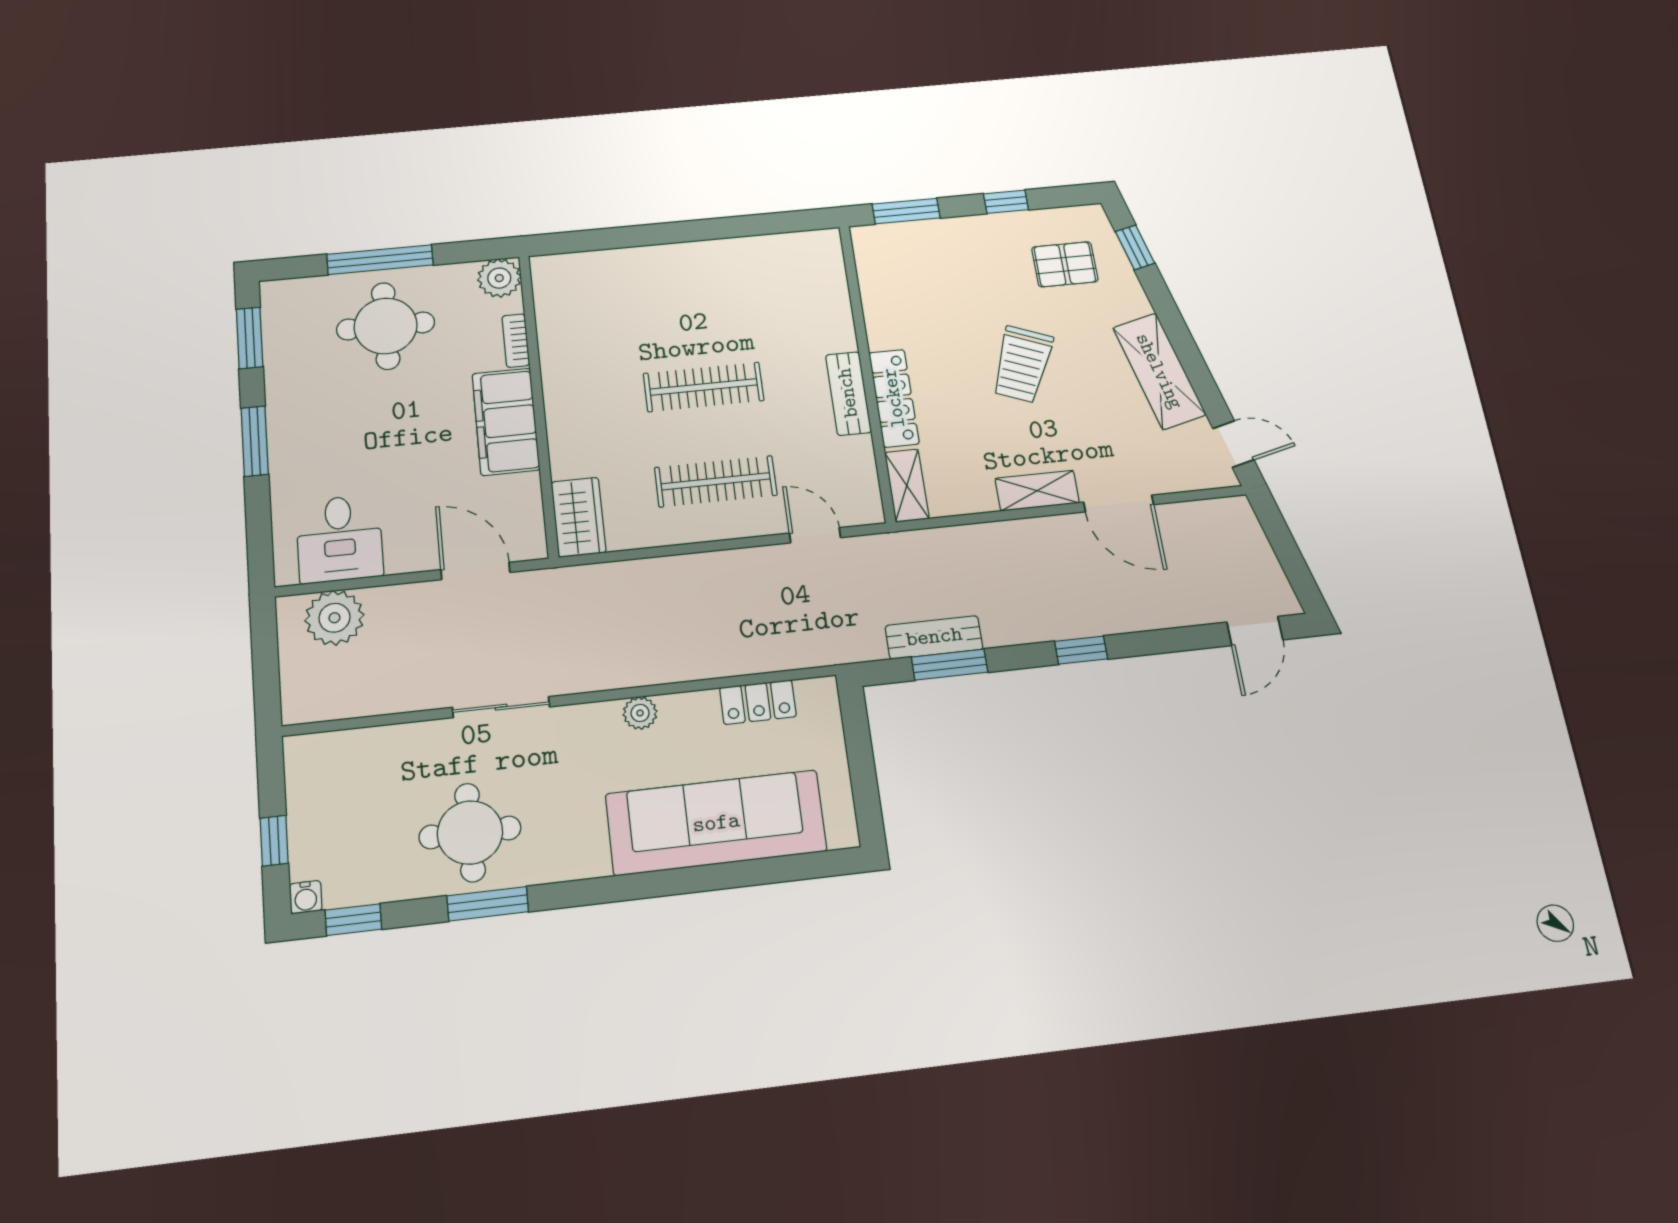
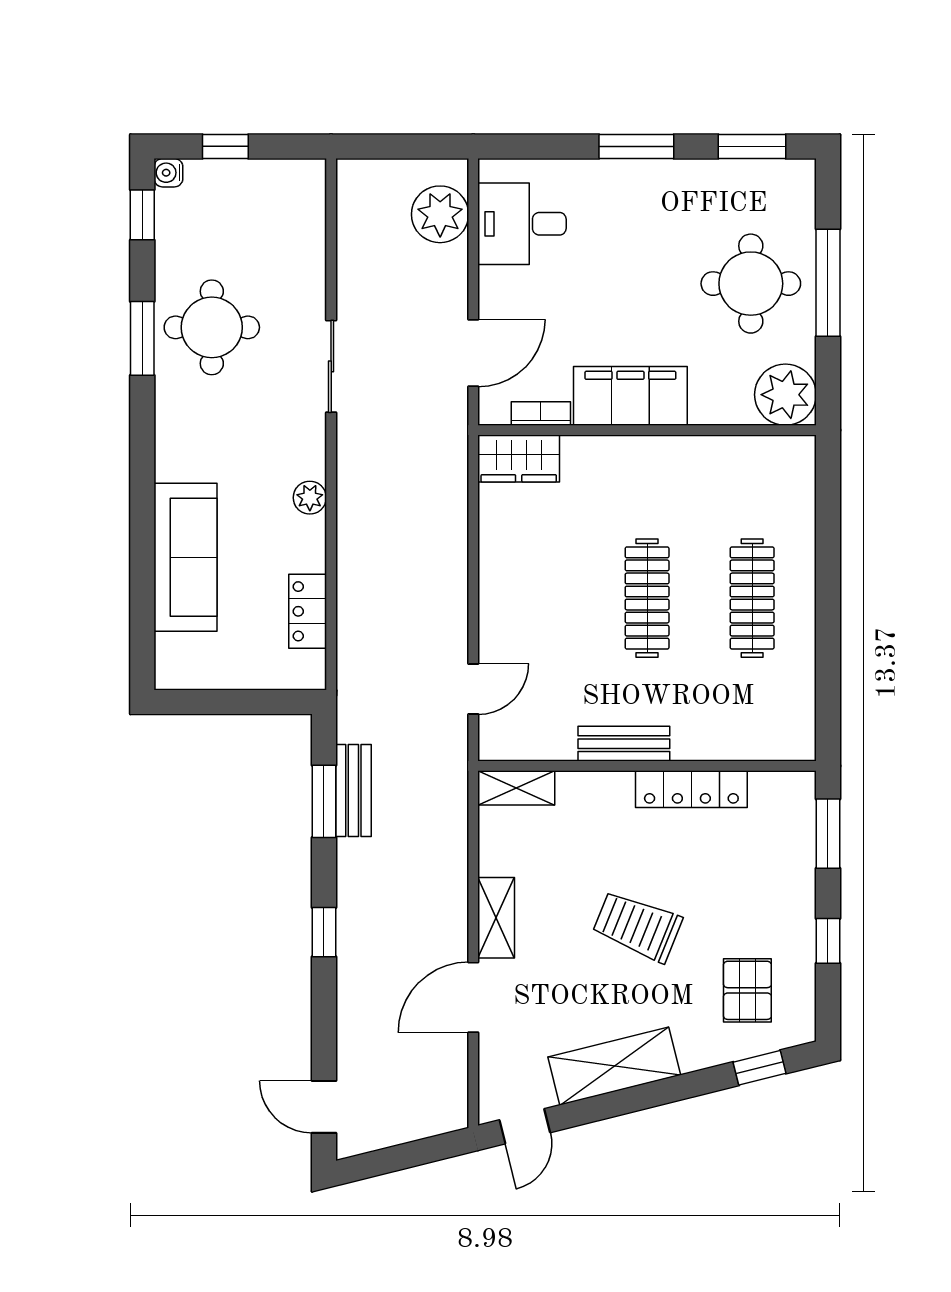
plant: (499, 278) -> (785, 395), width x1.36, depth x1.36
bookcase: (516, 341) -> (541, 414), moved
locker: (894, 398) -> (691, 789), moved
clothes rail: (716, 481) -> (752, 598), moved
sofa: (716, 823) -> (186, 557), width x0.74, depth x0.79

